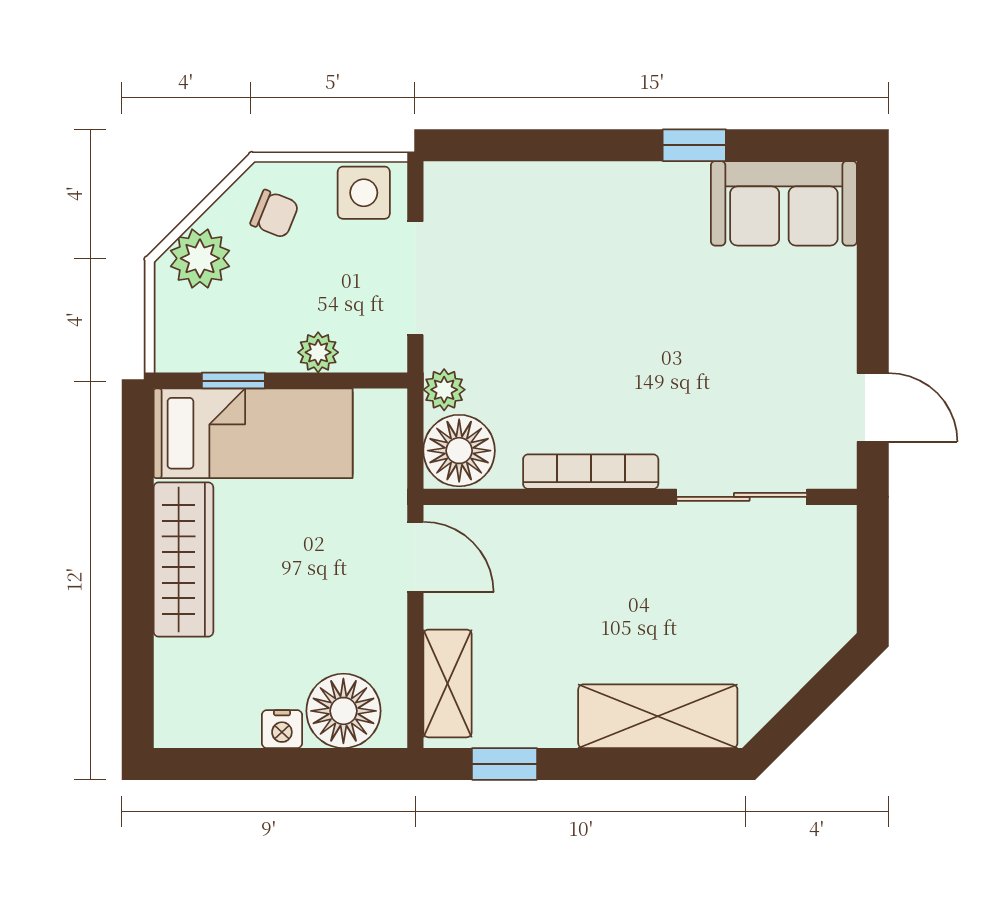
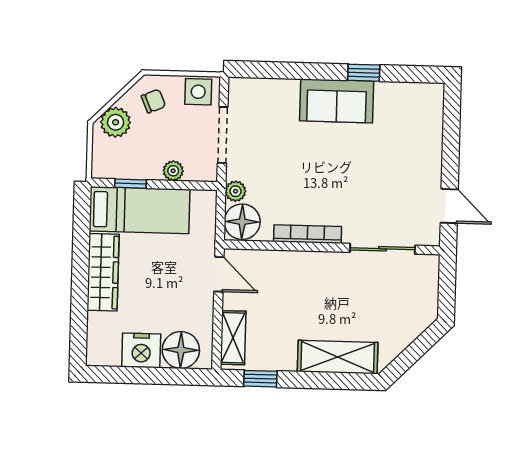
sofa: (784, 203) -> (337, 101), moved
chair: (275, 214) -> (153, 101), turned -45
nightstand: (282, 729) -> (141, 350), width x1.89, depth x1.79

